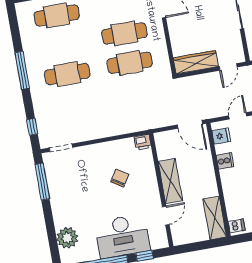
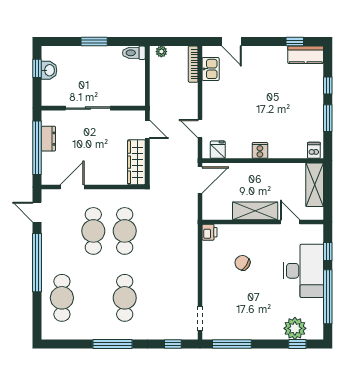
cooker: (225, 161) -> (260, 150), moved
shelving: (215, 218) -> (315, 185), moved, turned 90
window: (53, 243) -> (297, 344), added

